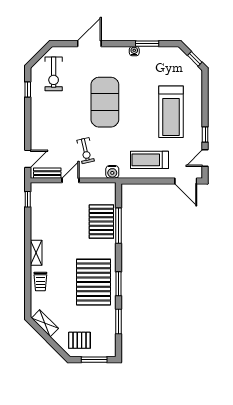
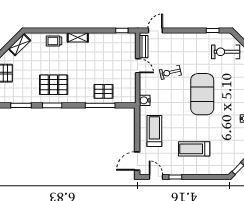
exercise mat: (105, 102) -> (202, 94), turned 90
treadmill: (171, 112) -> (194, 149), width x0.73, depth x0.73
exercise bike: (86, 151) -> (170, 72), moved
door: (28, 159) -> (155, 31), swing flipped
pallet: (101, 222) -> (104, 91), width x0.67, depth x0.71
pallet: (94, 282) -> (54, 85), width x0.73, depth x0.71

